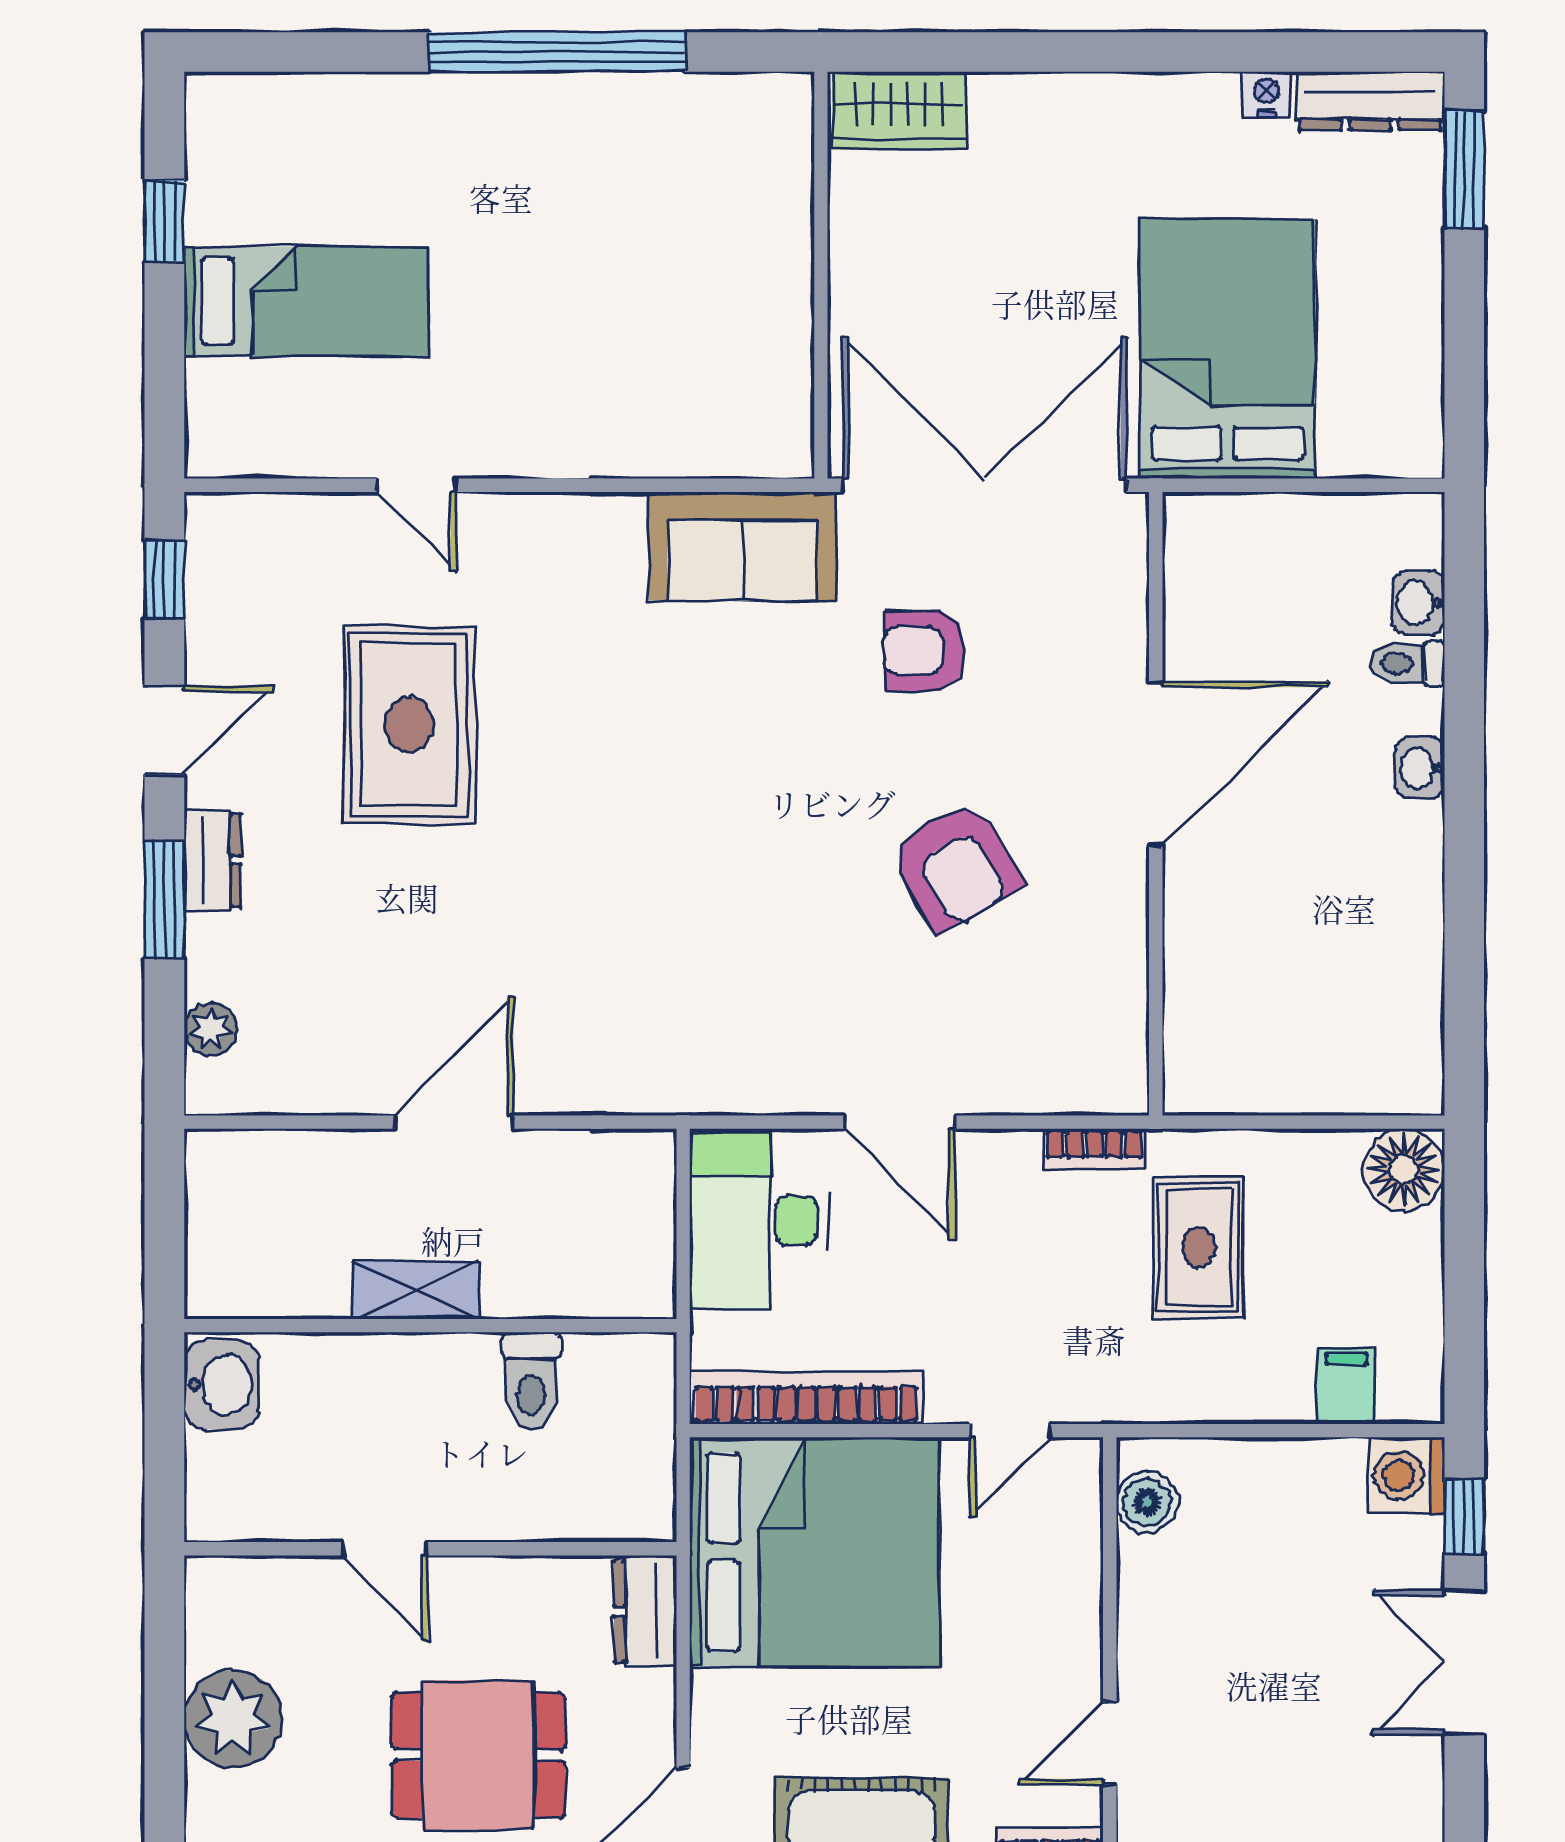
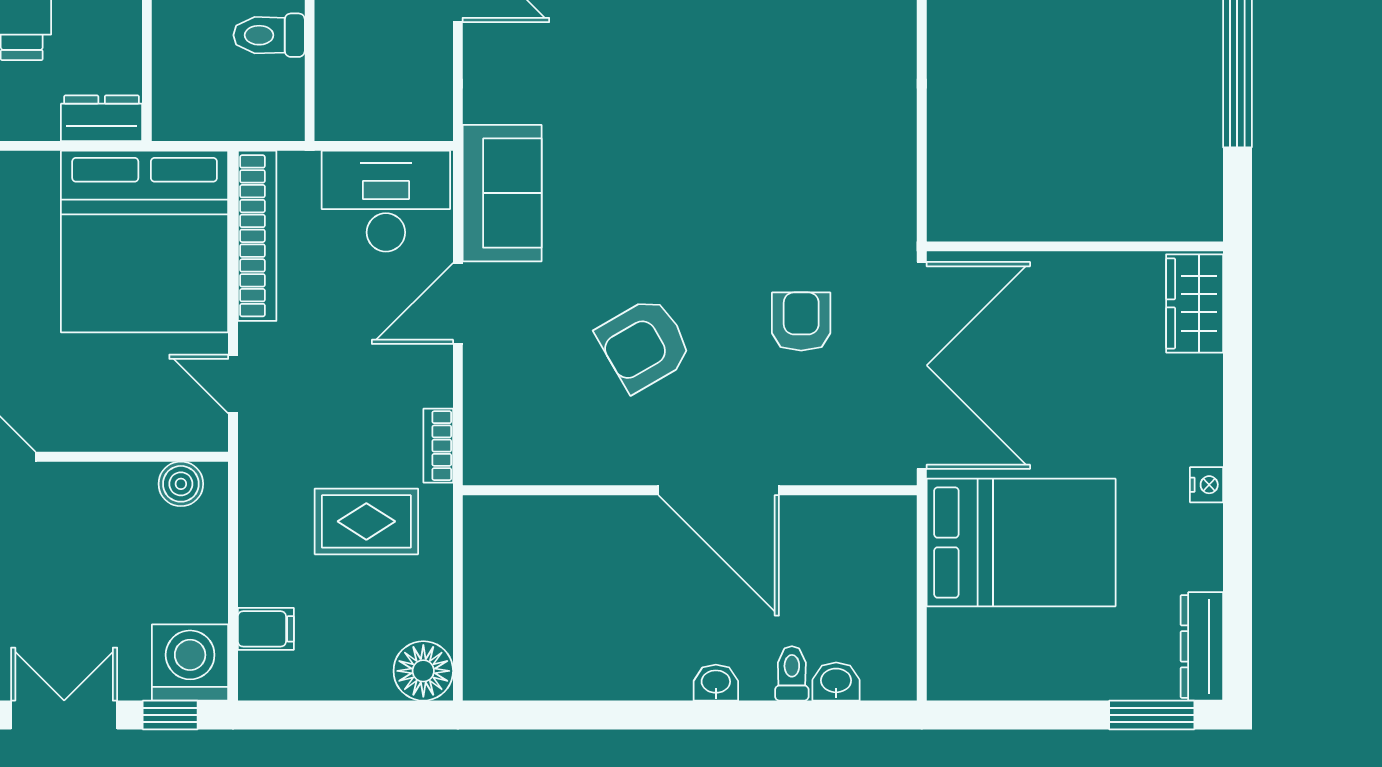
nightstand: (1266, 94) -> (1206, 485), moved
sofa: (743, 546) -> (502, 193), moved, turned 180
washing machine: (1406, 1475) -> (190, 663), width x1.37, depth x1.37

